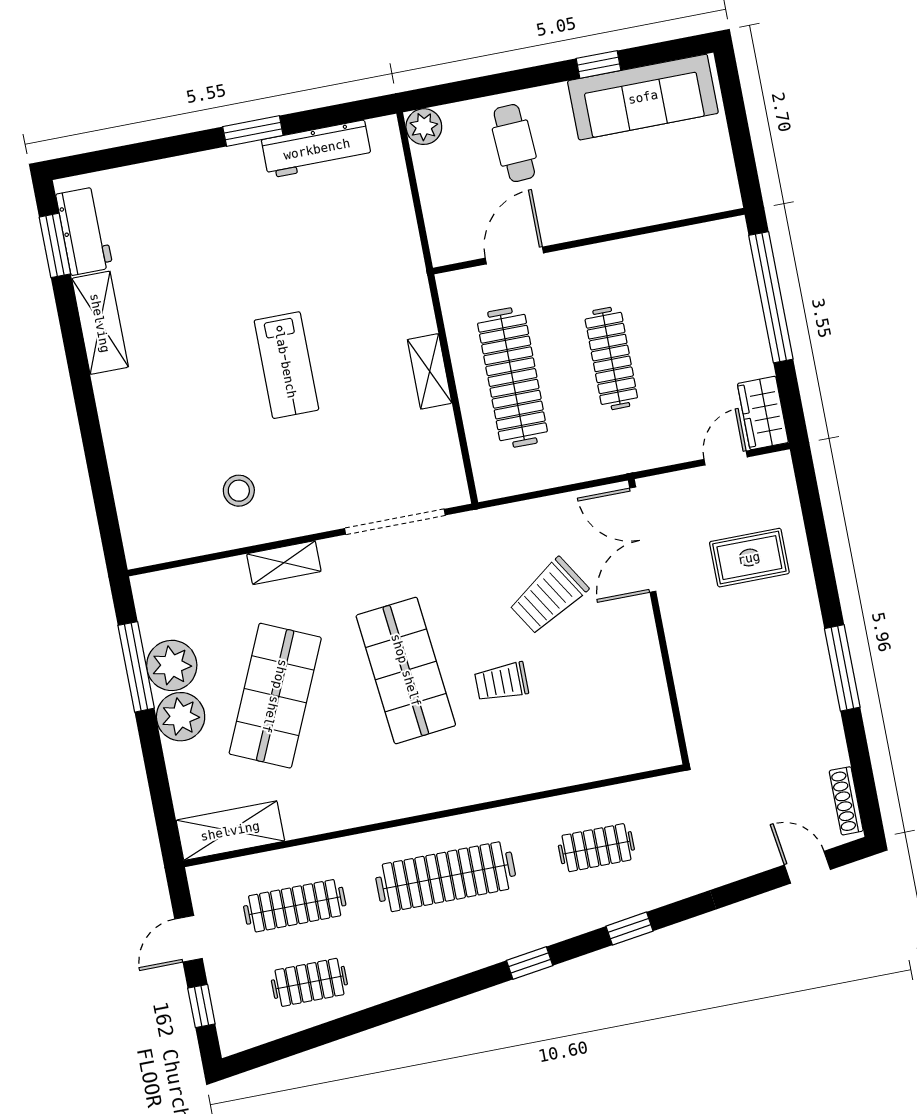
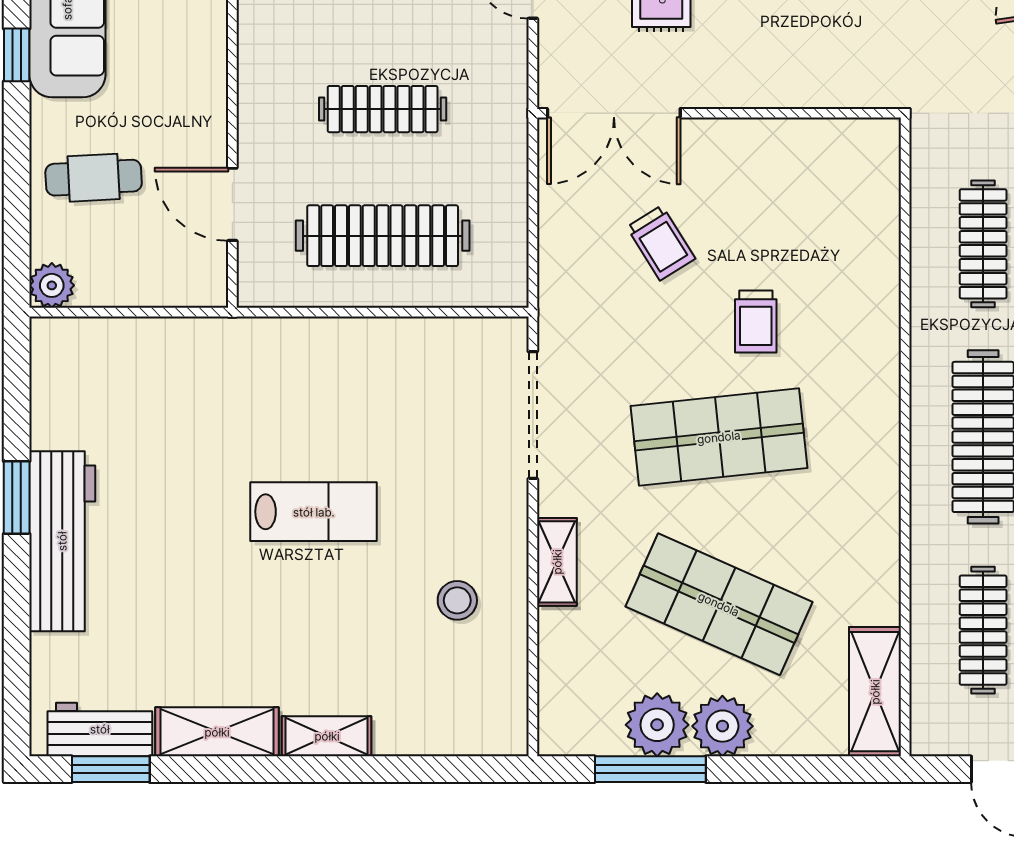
workbench: (317, 149) -> (62, 541), moved, width x1.36, depth x1.32
shelving: (430, 371) -> (327, 736), moved
trolley: (549, 596) -> (661, 243), width x0.73, depth x0.72
clothes rail: (596, 848) -> (983, 244), width x1.36

